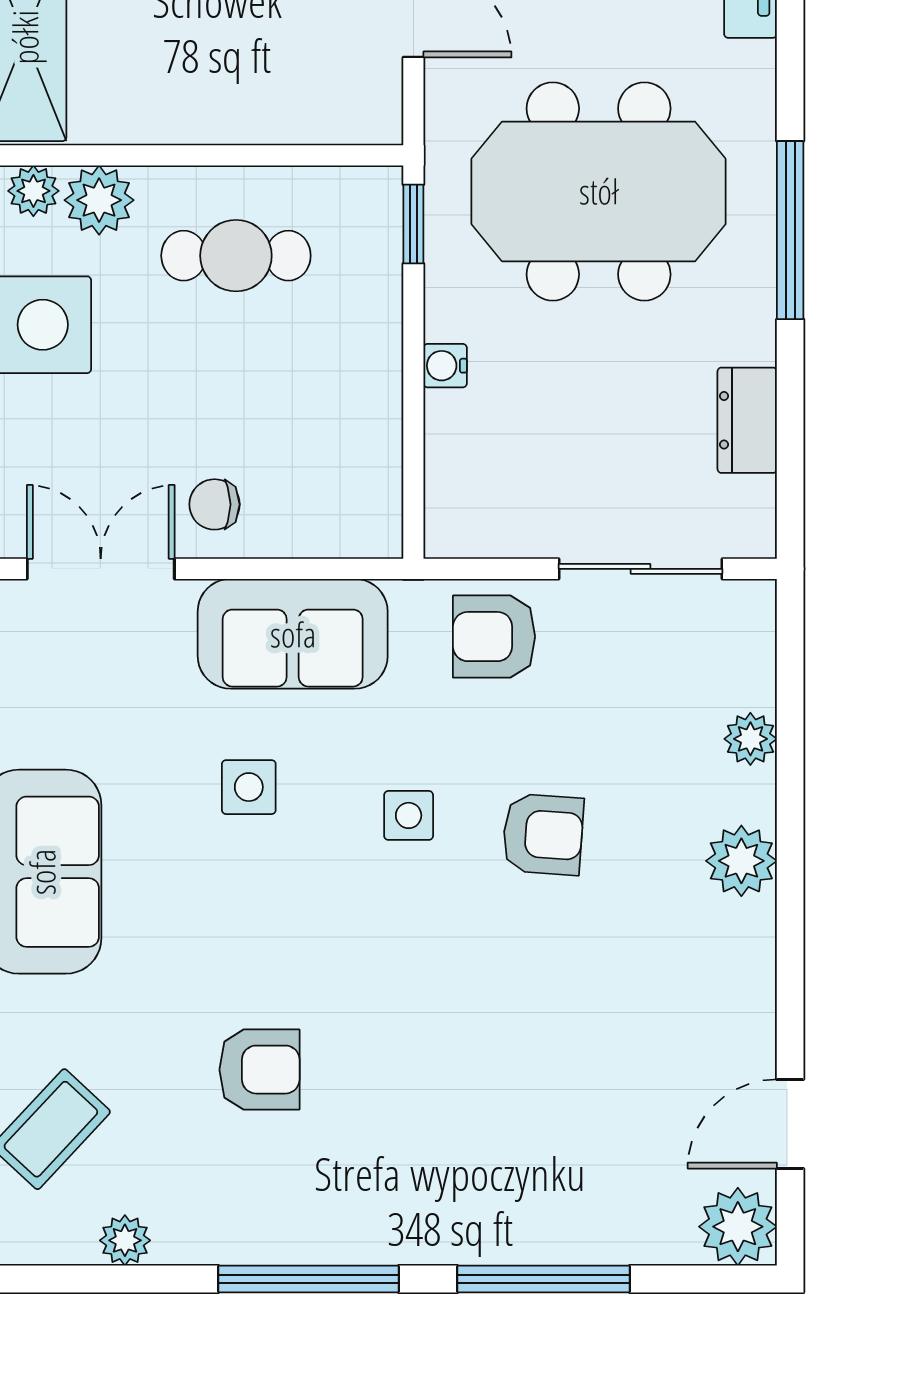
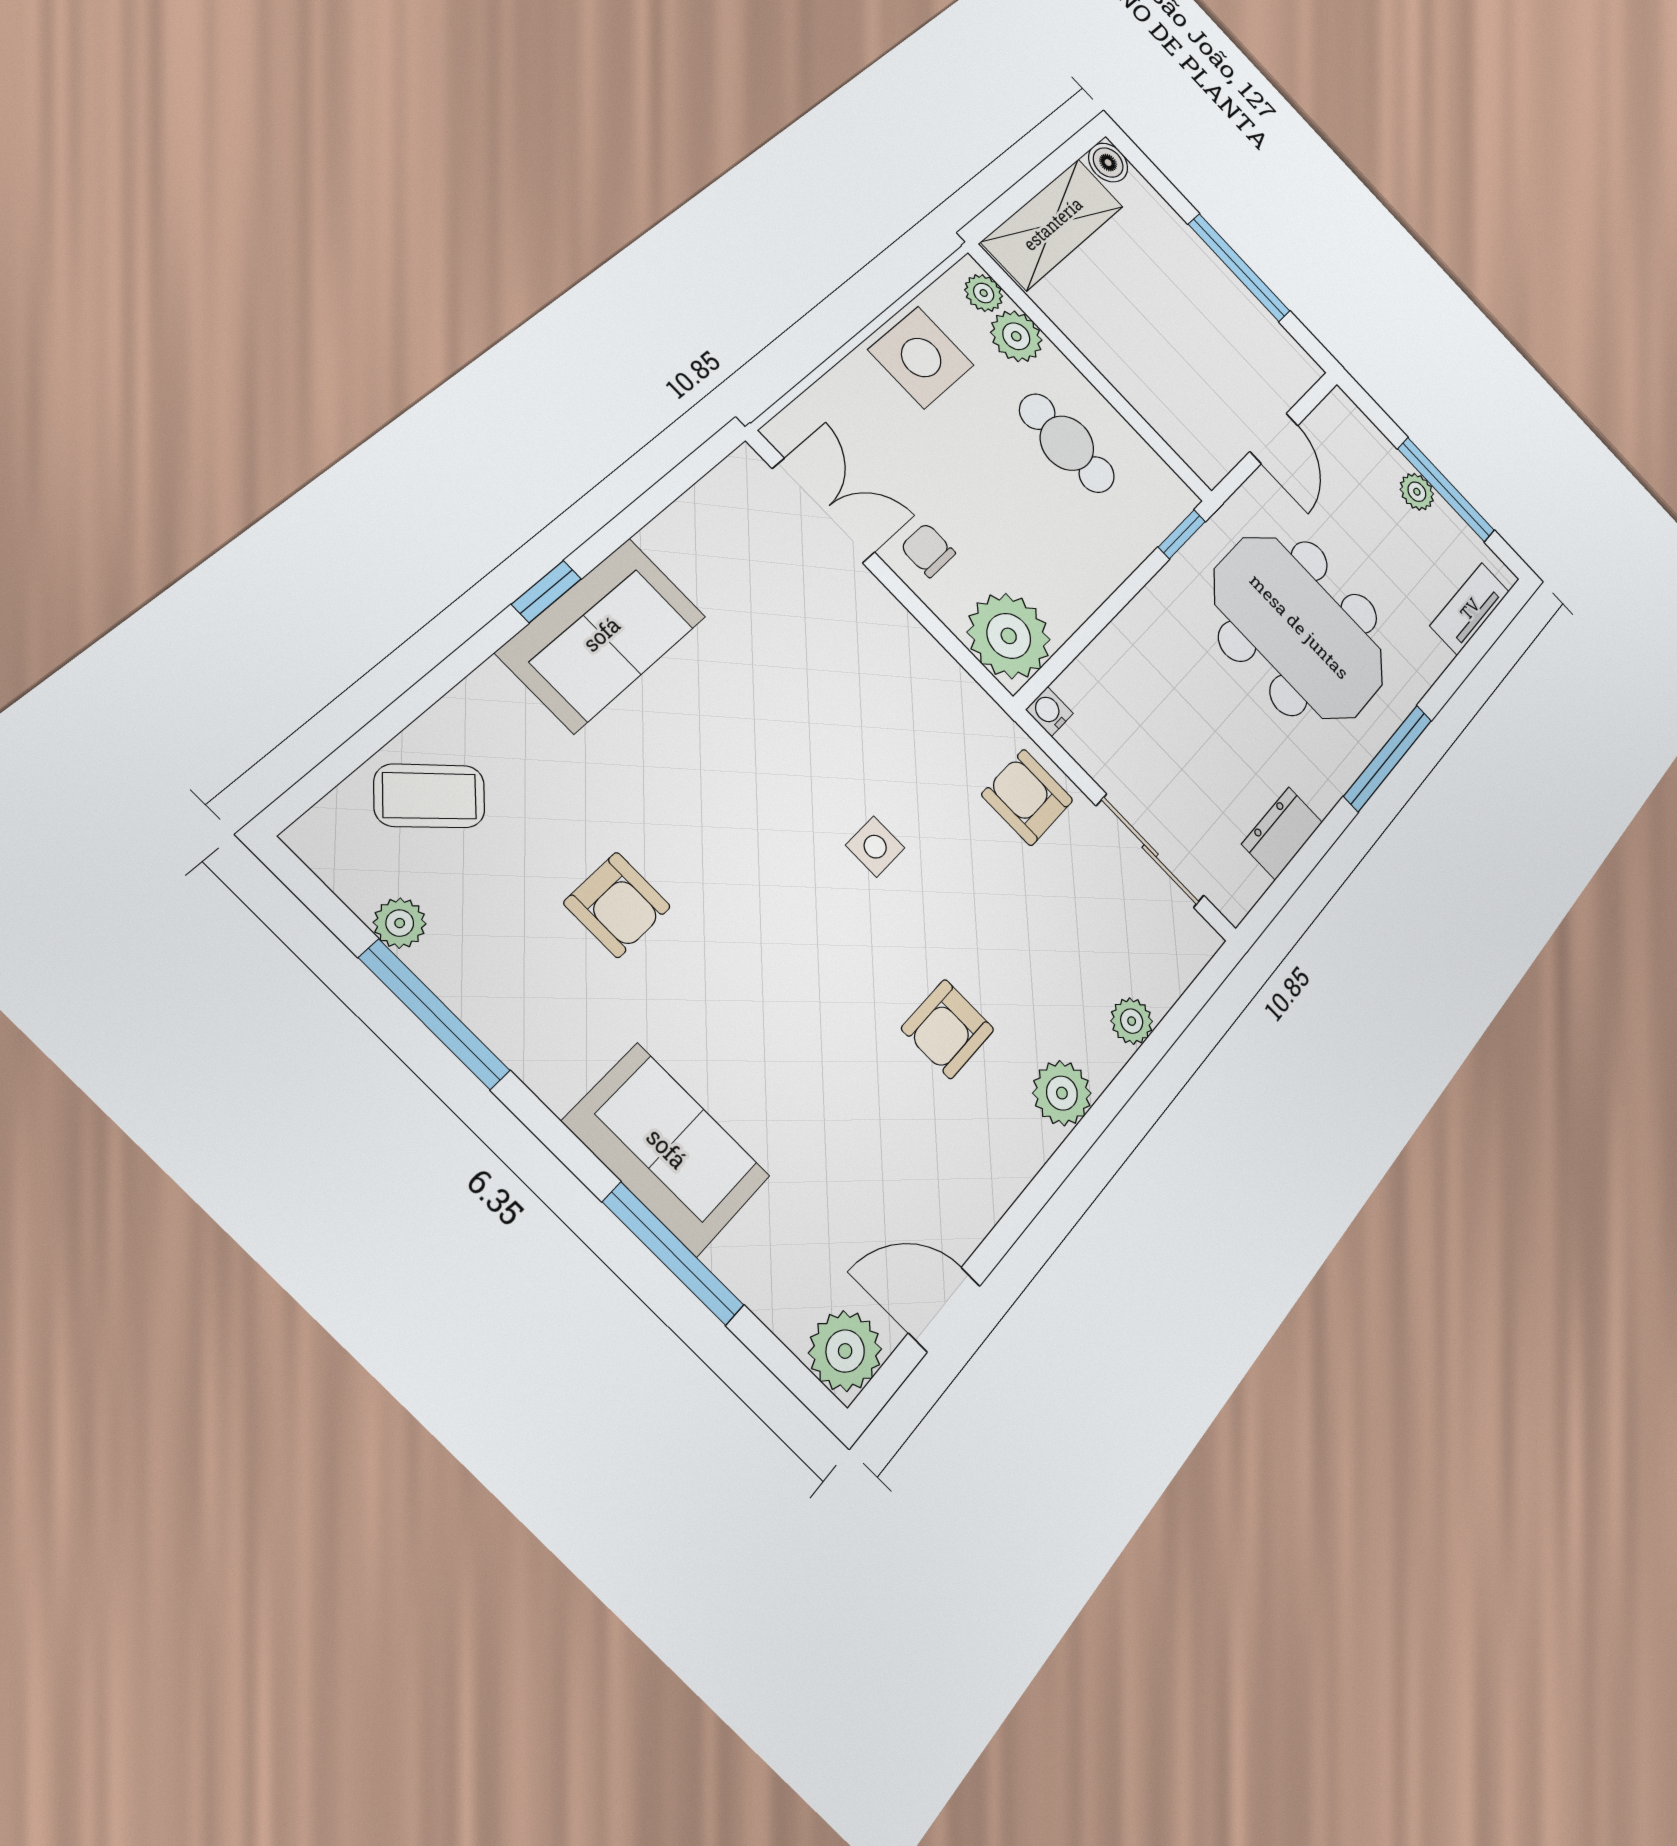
water cooler: (445, 366) -> (1049, 712), moved
plant: (350, 506) -> (1009, 636), added
sofa: (293, 634) -> (667, 1149), moved, turned 180
side table: (249, 787) -> (790, 724), removed
armchair: (543, 834) -> (948, 1029), moved, turned 86
window: (308, 1279) -> (434, 1014), moved

